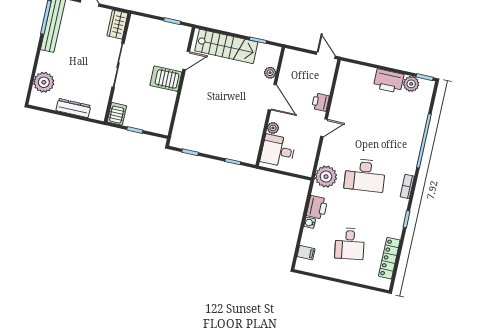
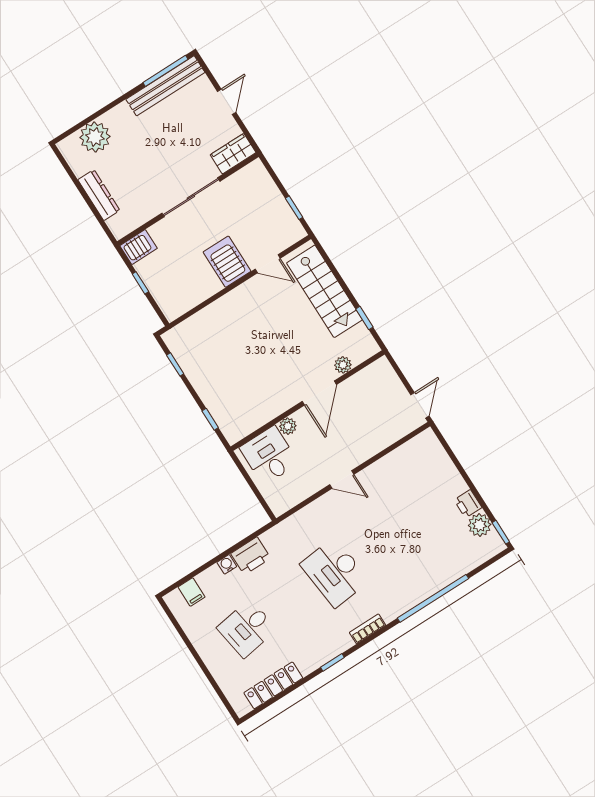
printer: (389, 81) -> (468, 504), width x0.53, depth x0.68
printer: (320, 102) -> (365, 449), removed
plant: (326, 177) -> (292, 533), removed

